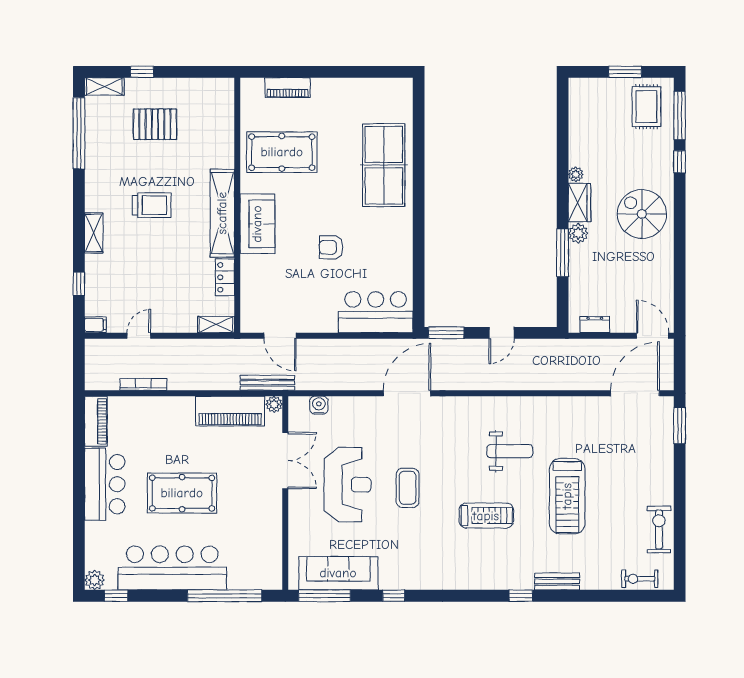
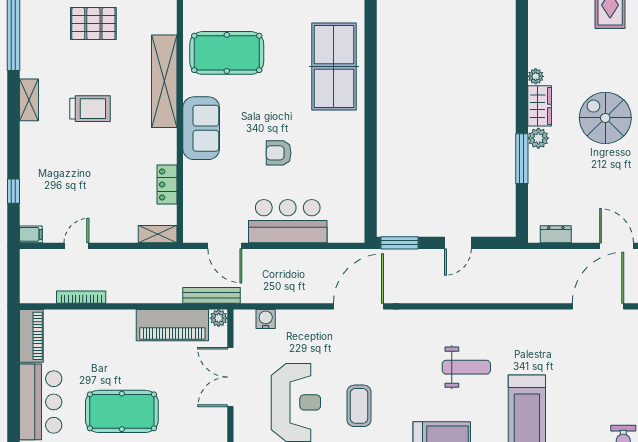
shelving: (222, 213) -> (164, 81), moved
shelving: (94, 233) -> (29, 100), moved
bar counter: (376, 312) -> (288, 221), moved
double door: (285, 460) -> (230, 377), swing flipped

